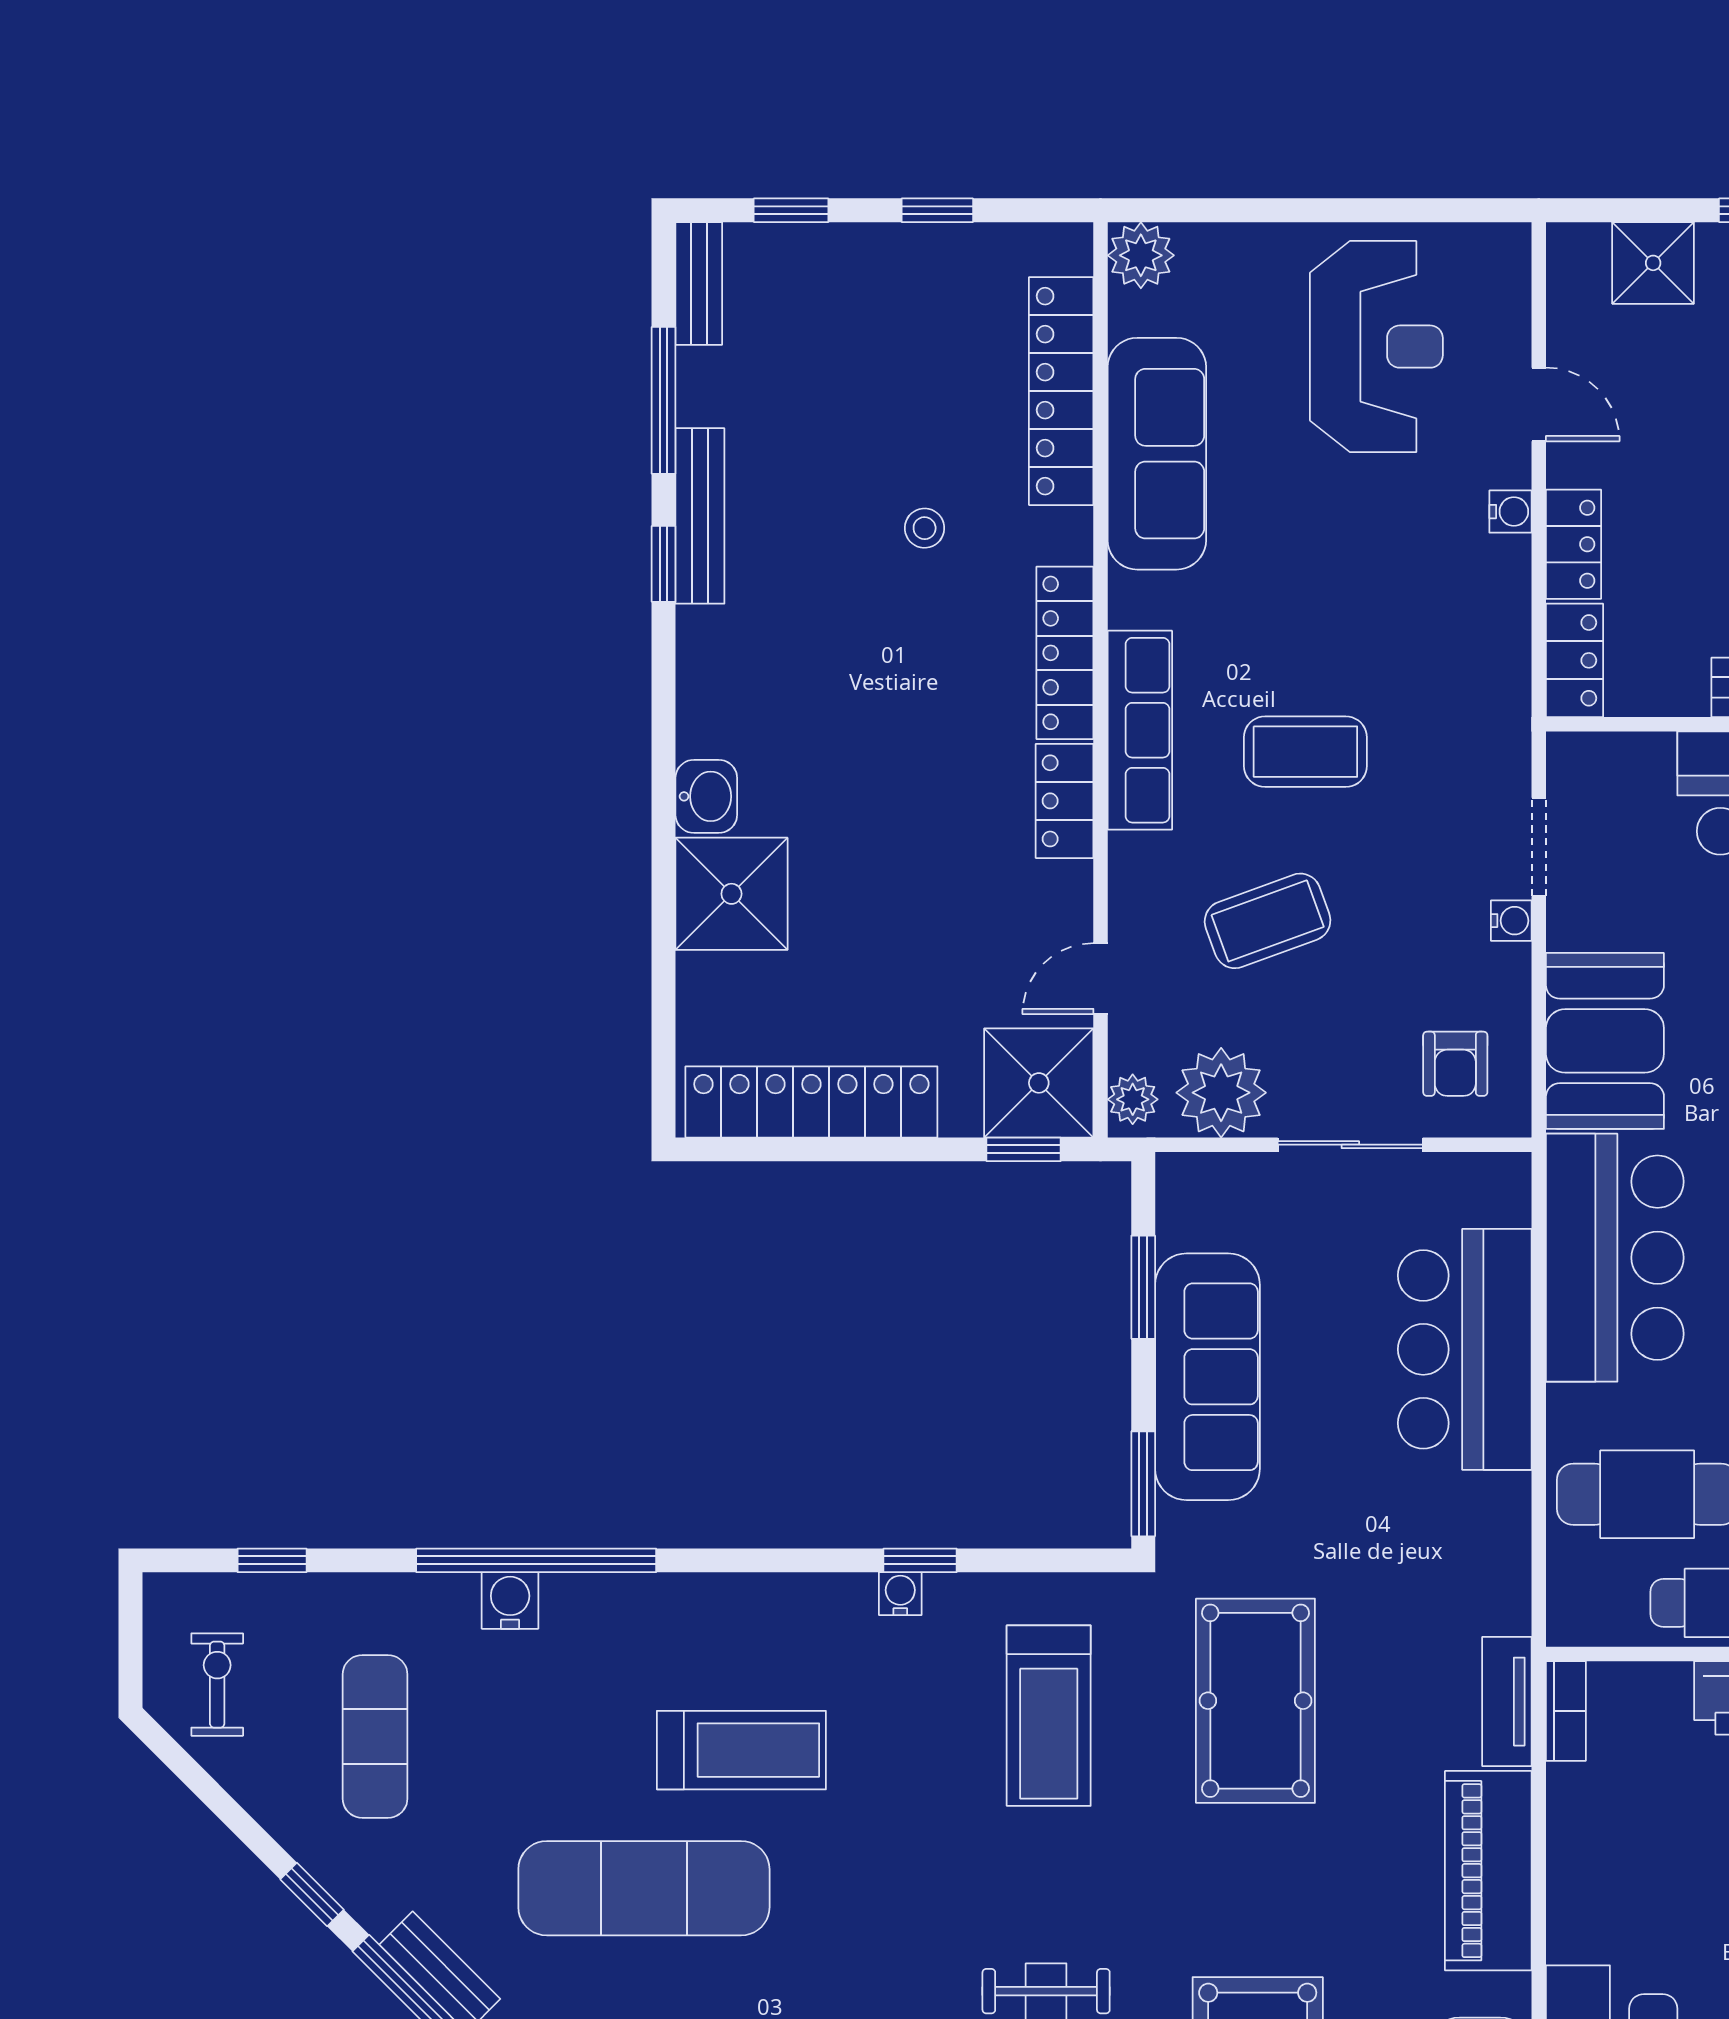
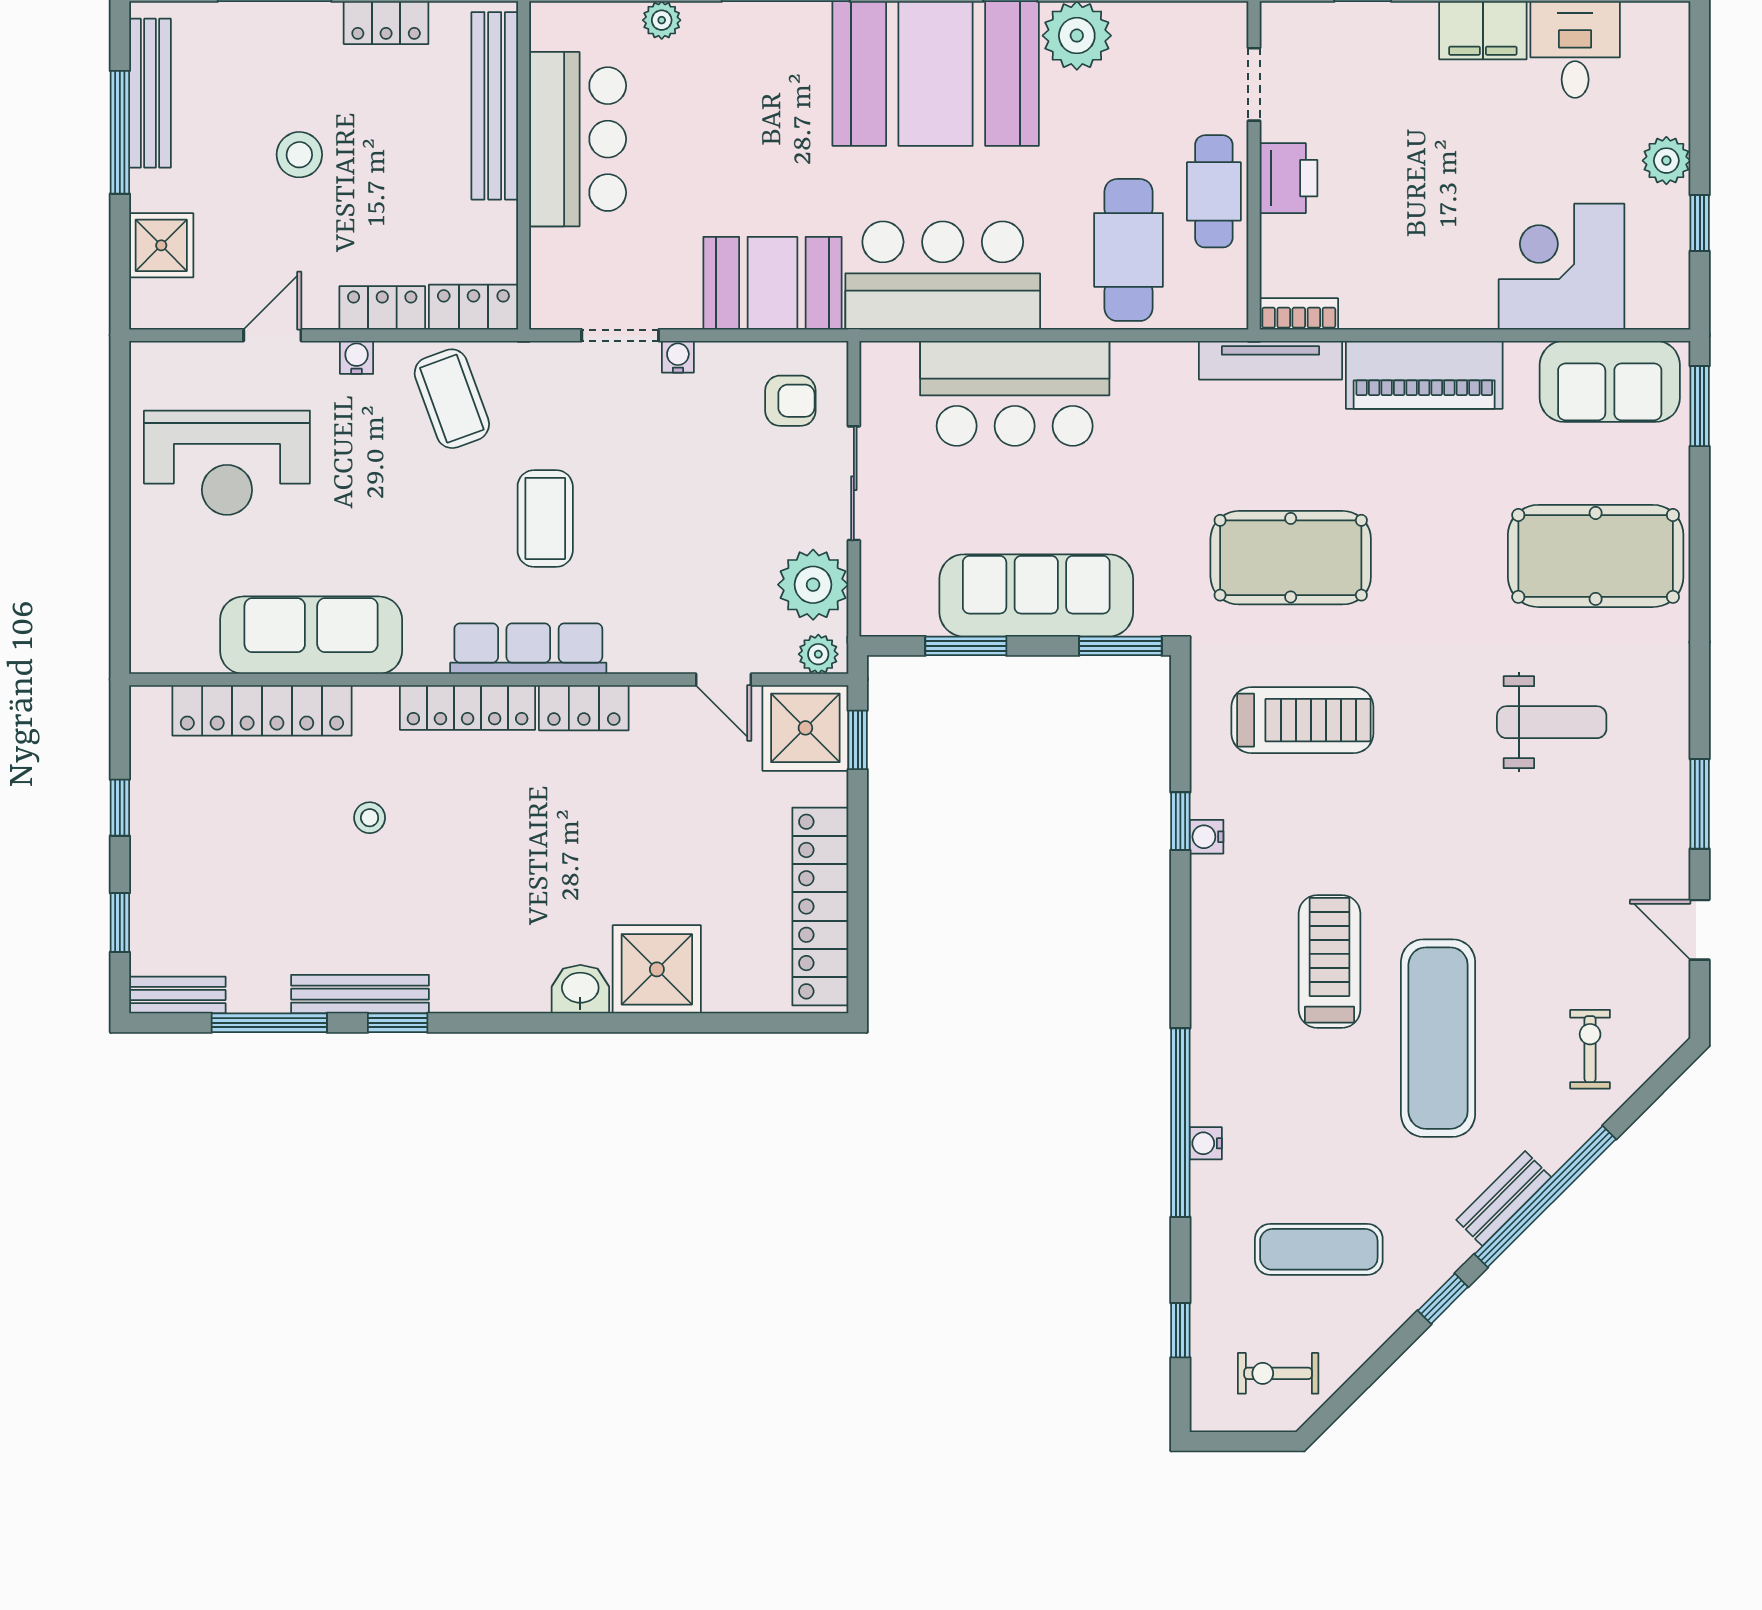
plant: (1141, 255) -> (155, 648), removed
reception desk: (1376, 347) -> (227, 463), turned 180
coffee table: (1268, 921) -> (452, 399), moved
water cooler: (510, 1600) -> (1206, 1143), width x0.72, depth x0.72
tv unit: (1507, 1702) -> (1271, 360), width x1.41

